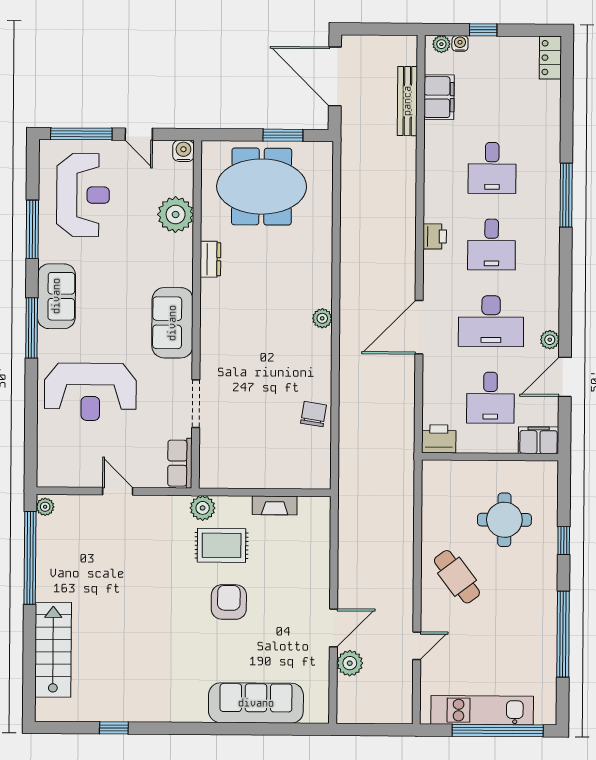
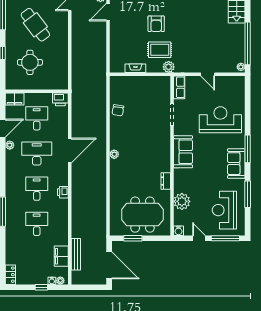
cafe table: (457, 577) -> (35, 25), moved, width x1.37, depth x1.35

